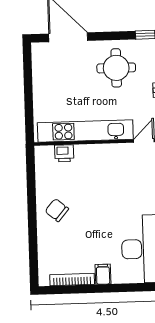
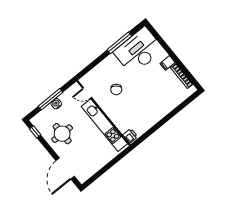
printer: (64, 153) -> (130, 136), moved
chair: (57, 210) -> (116, 90), moved

